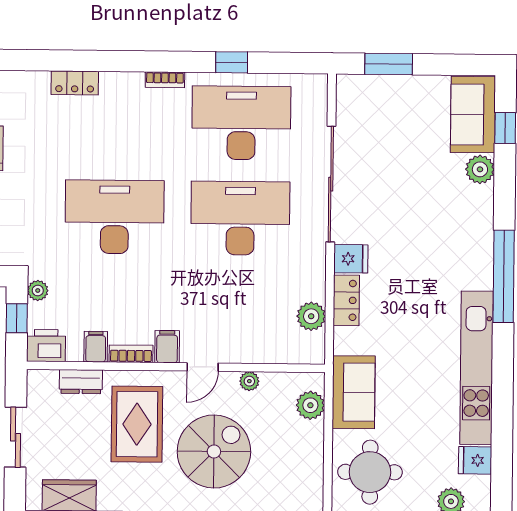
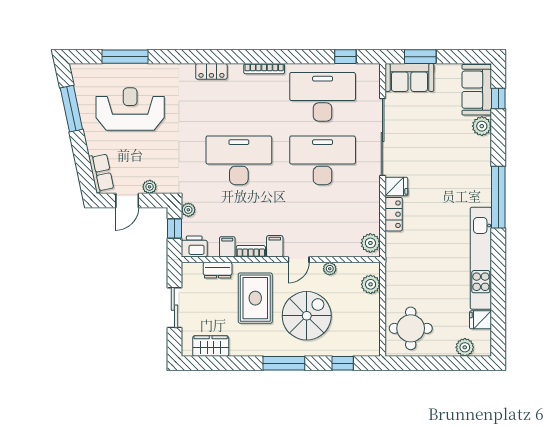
window: (232, 62) -> (345, 57), moved
bookcase: (165, 80) -> (264, 69), width x1.56
plant: (311, 316) -> (370, 243), moved
sofa: (354, 392) -> (409, 77), moved, turned 90

